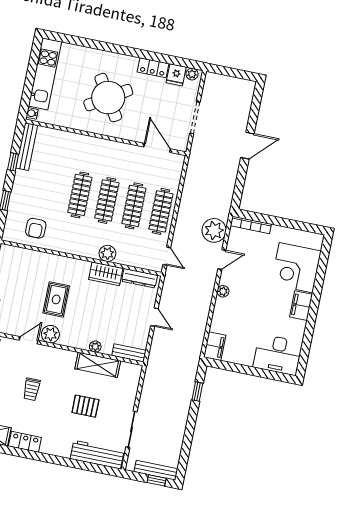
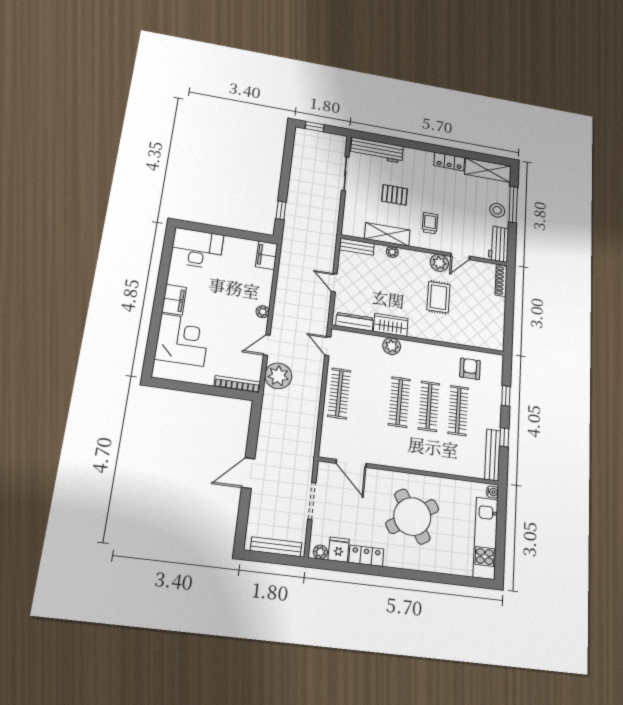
clothes rail: (134, 206) -> (458, 410), moved
trolley: (32, 389) -> (430, 223), moved
bench: (156, 470) -> (276, 547), moved

